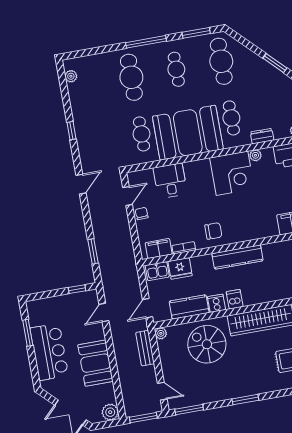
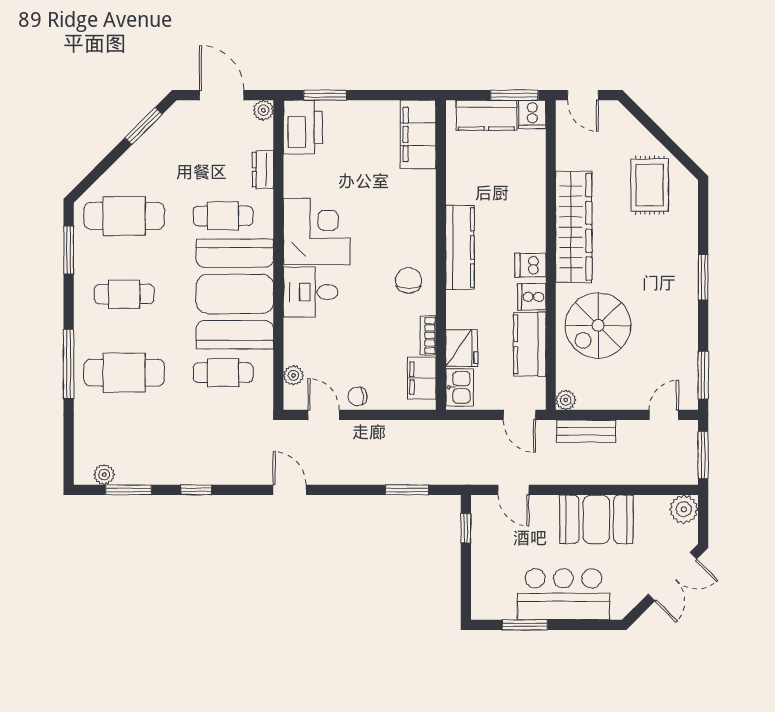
window: (146, 42) -> (69, 364), moved
window: (65, 92) -> (128, 490), added
plant: (255, 155) -> (293, 375), moved
desk: (170, 181) -> (311, 292), moved

